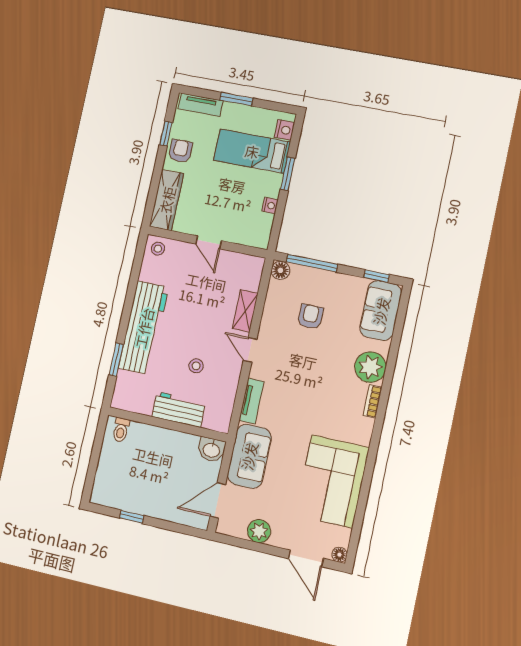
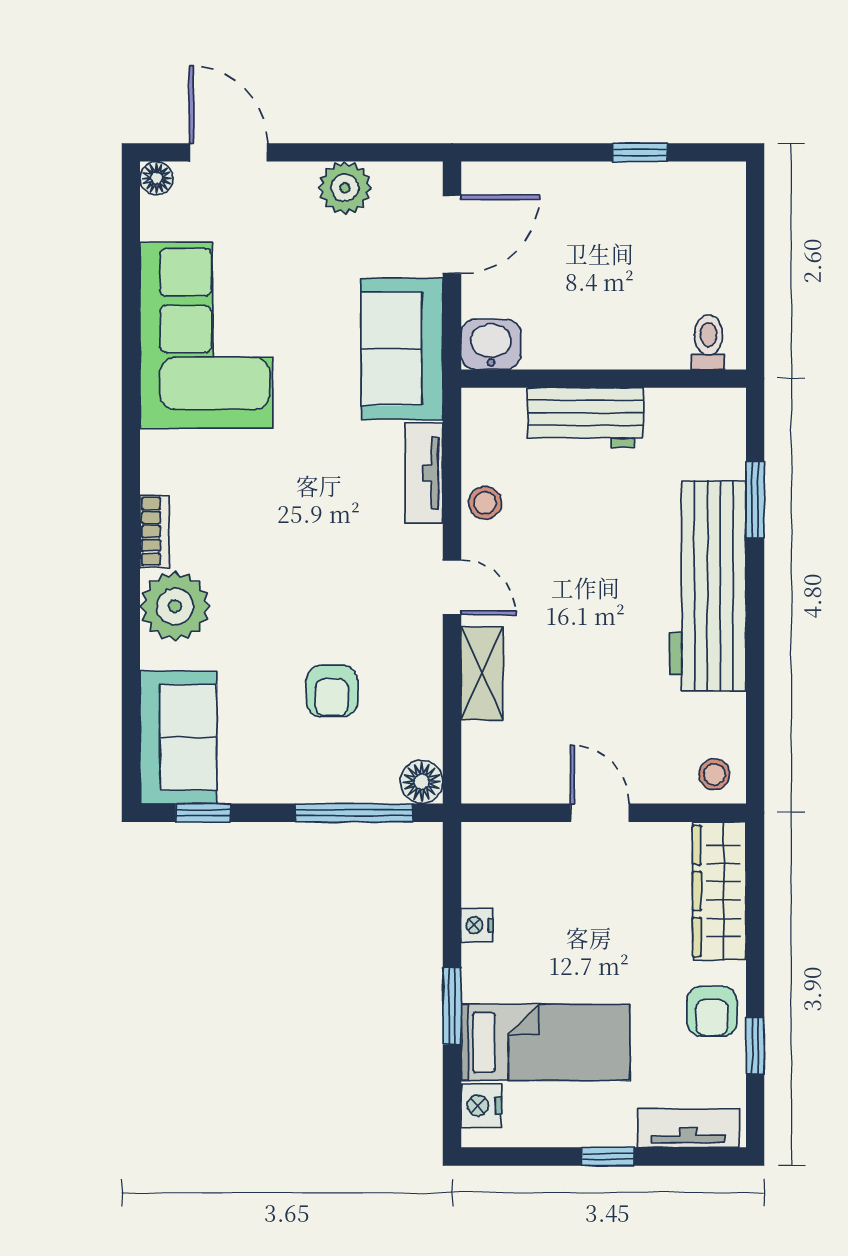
window: (236, 99) -> (608, 1156), width x0.67
stool: (196, 366) -> (485, 503), moved

